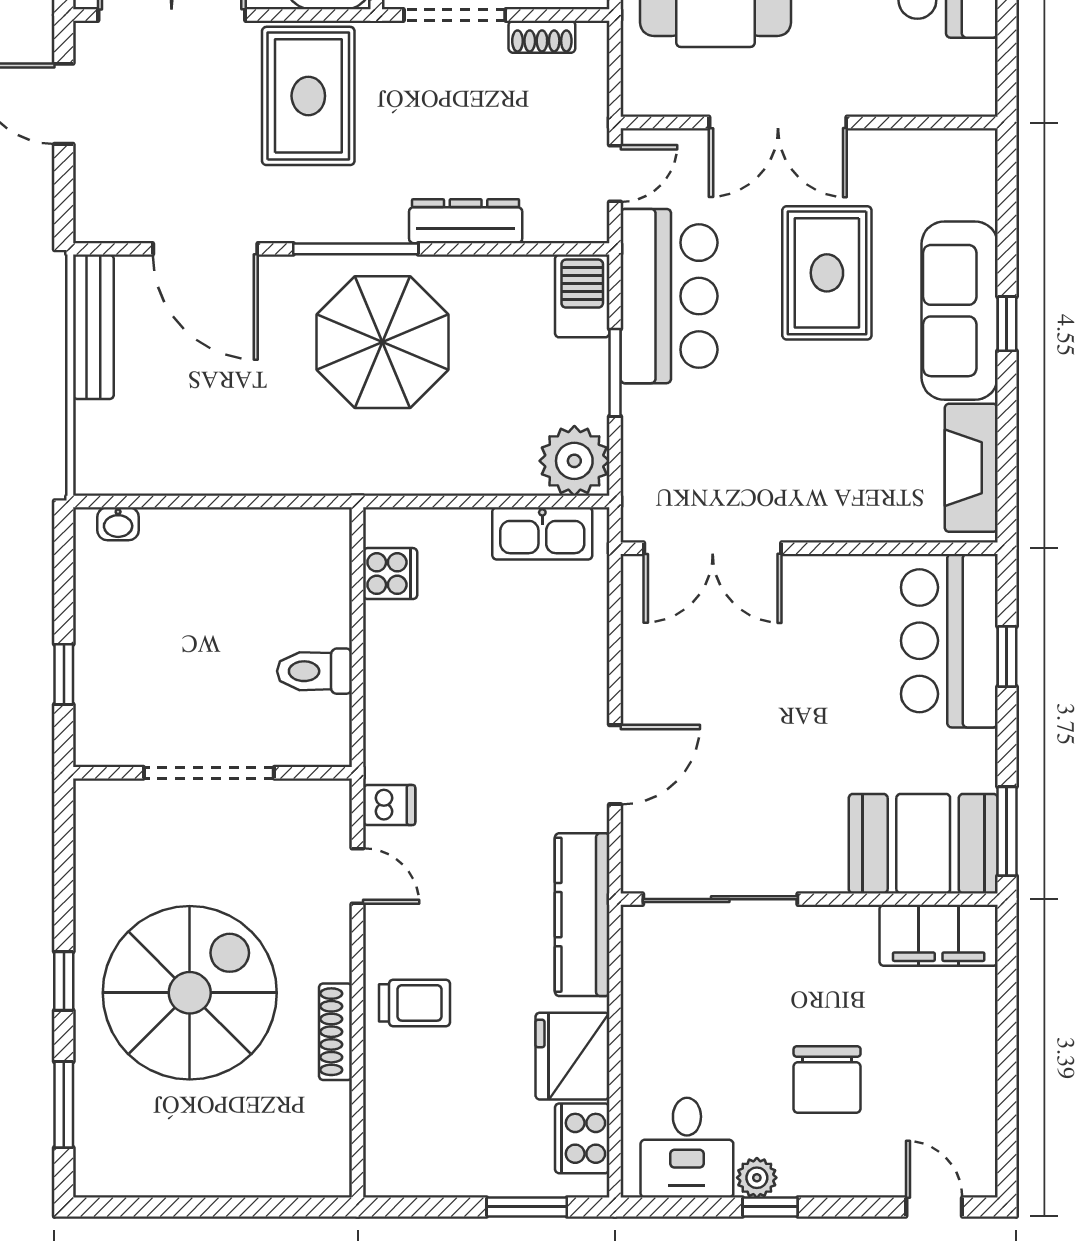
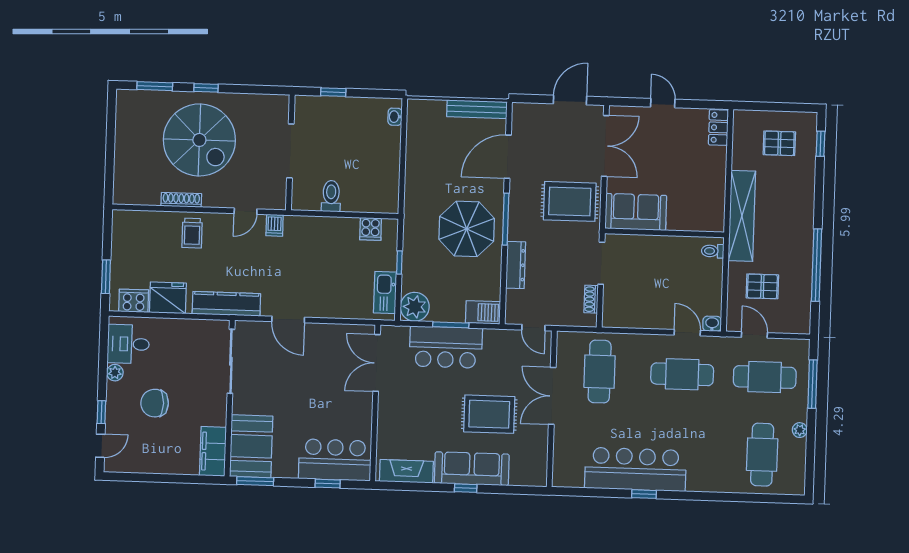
bar counter: (669, 296) -> (446, 347), moved
window: (469, 501) -> (399, 262), added
window: (770, 1207) -> (101, 412), moved

